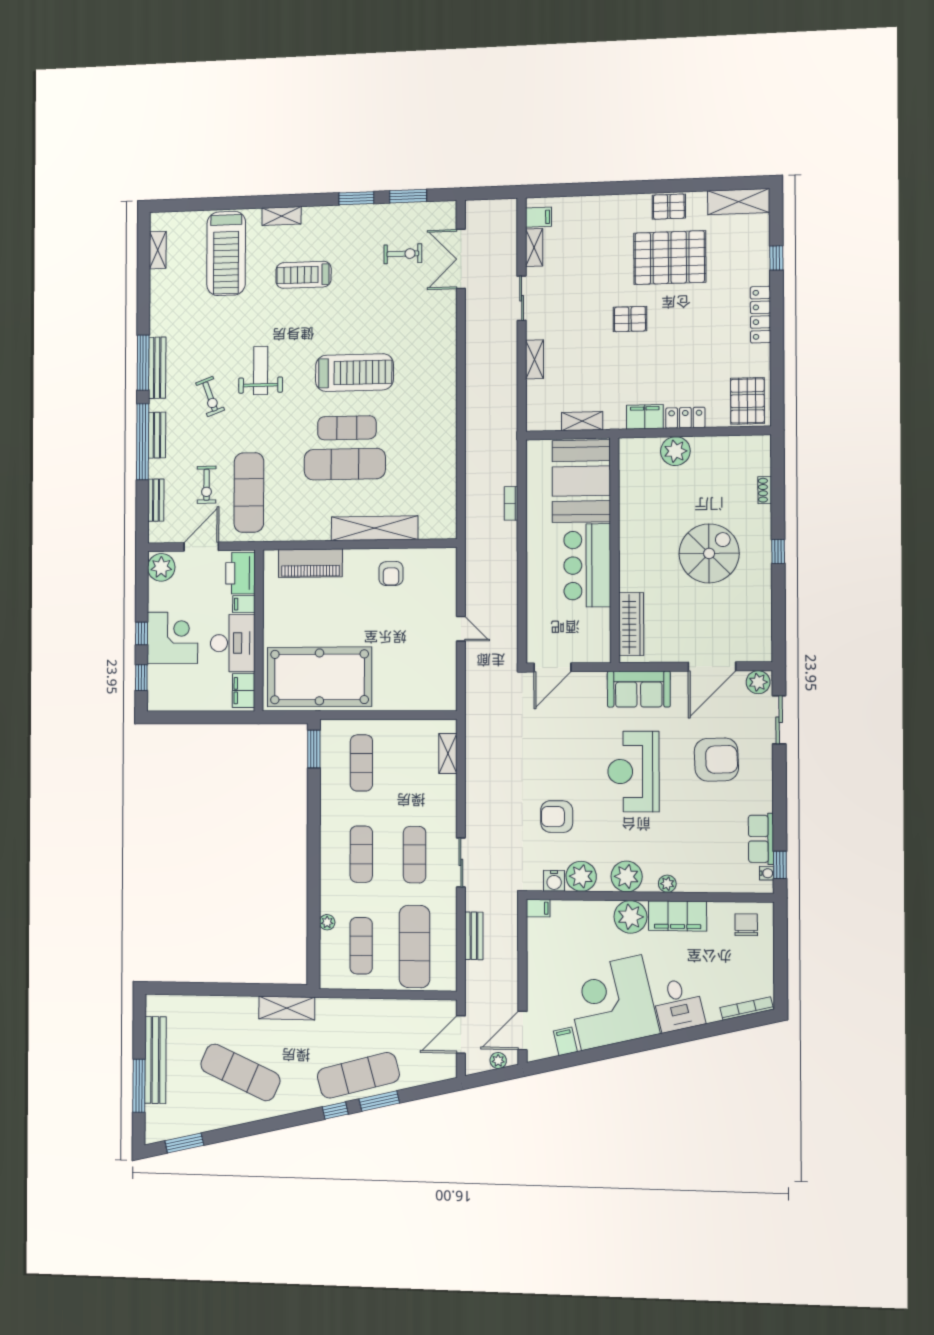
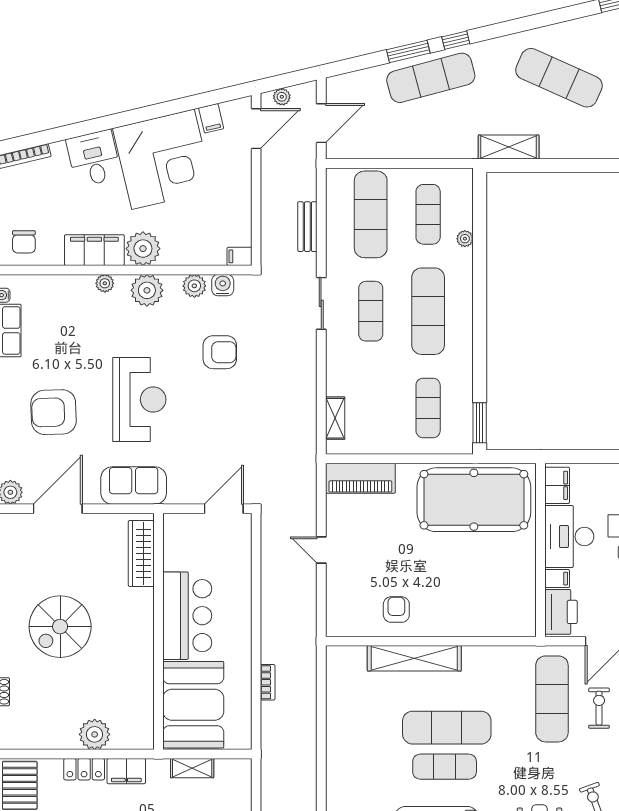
piano: (310, 563) -> (360, 478), moved, turned 180
exercise mat: (361, 854) -> (428, 311), width x1.36, depth x1.45
plant: (581, 876) -> (194, 286), width x0.73, depth x0.73

